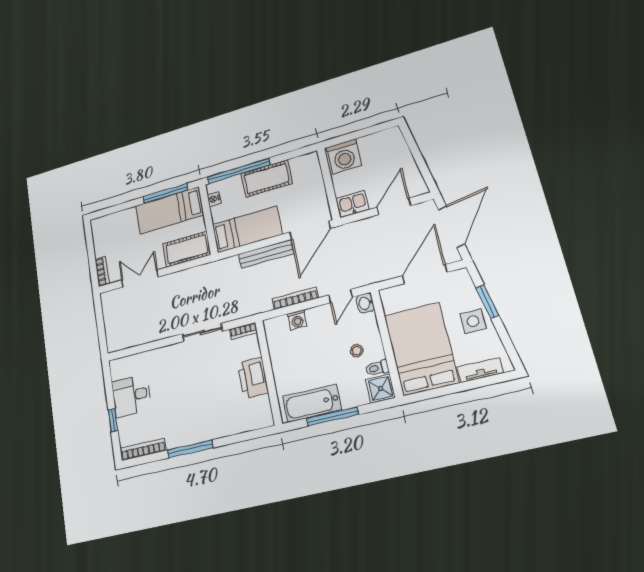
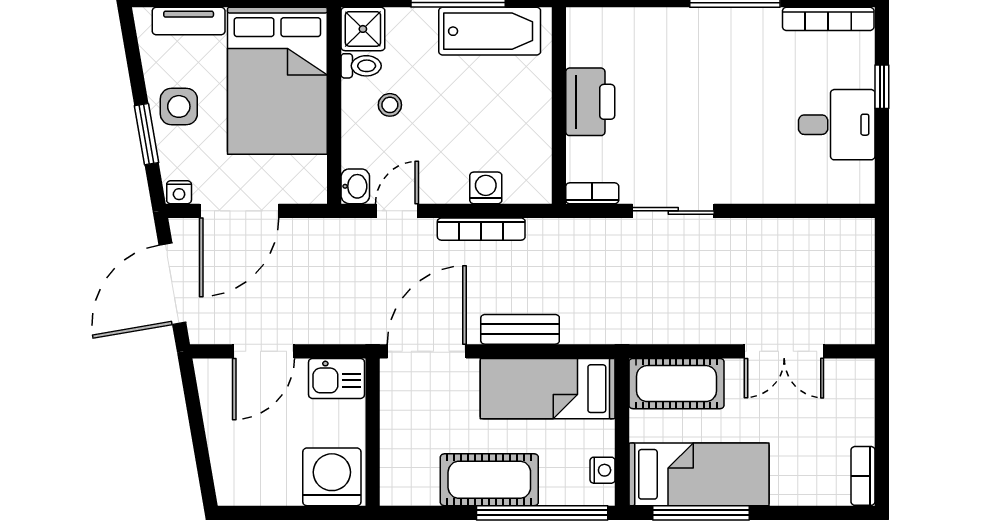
bench: (266, 254) -> (520, 329), width x0.73
bookcase: (102, 272) -> (863, 476), moved
nightstand: (461, 275) -> (179, 192), added

